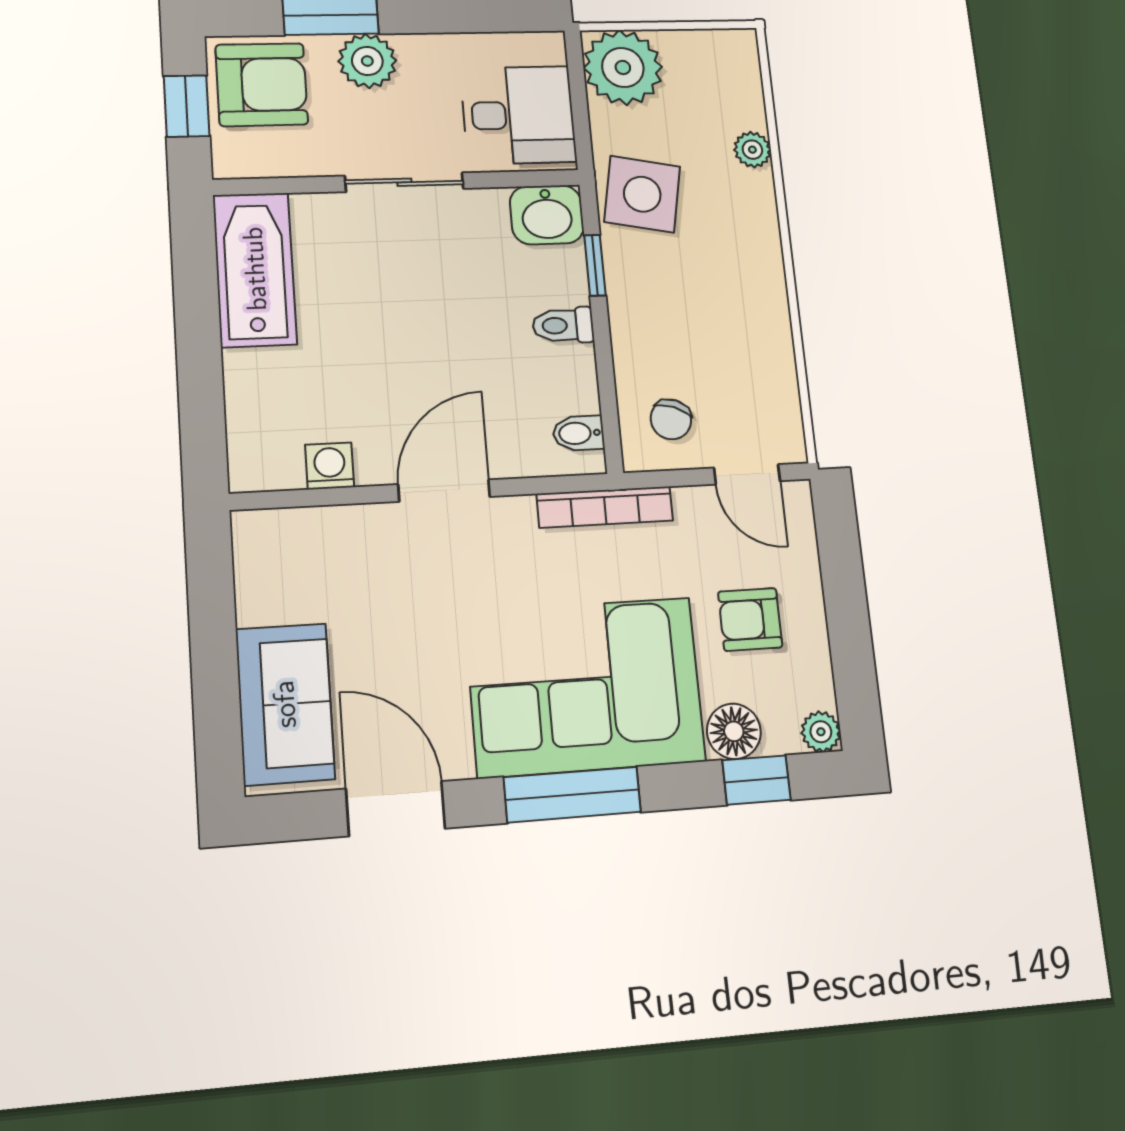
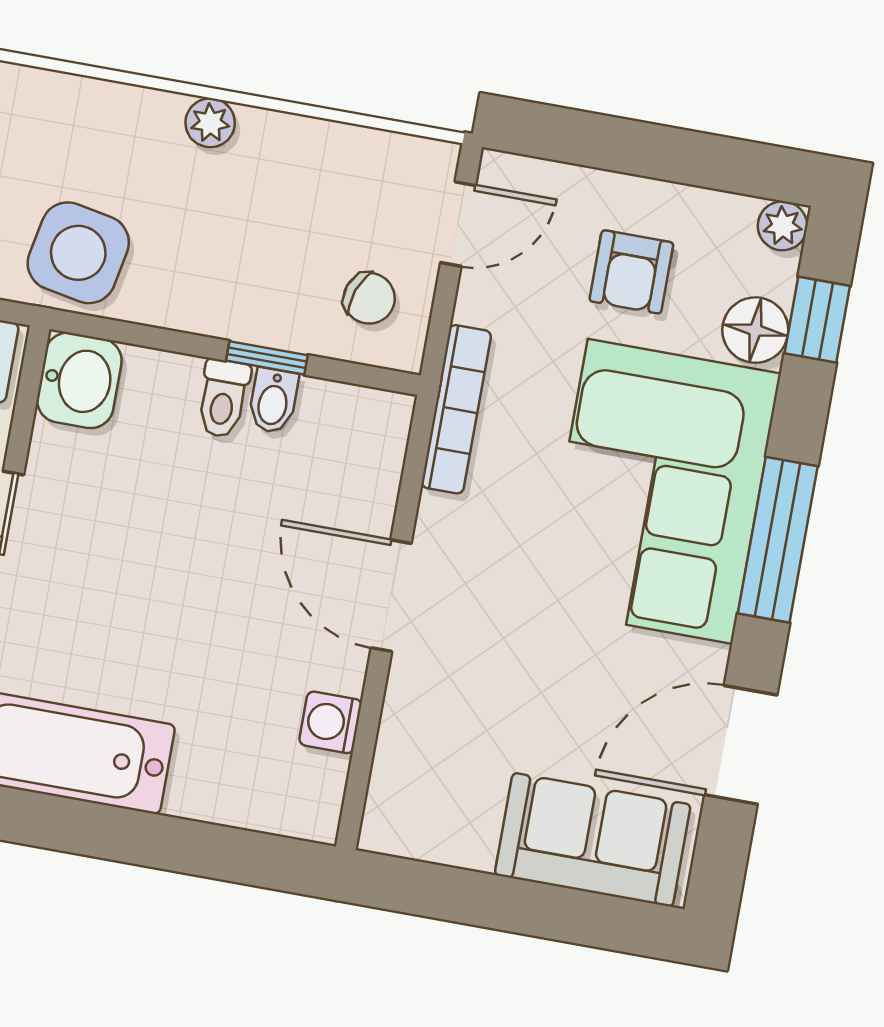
plant: (752, 150) -> (210, 123), moved
window: (595, 265) -> (267, 358), moved
bidet: (578, 433) -> (273, 401), moved

